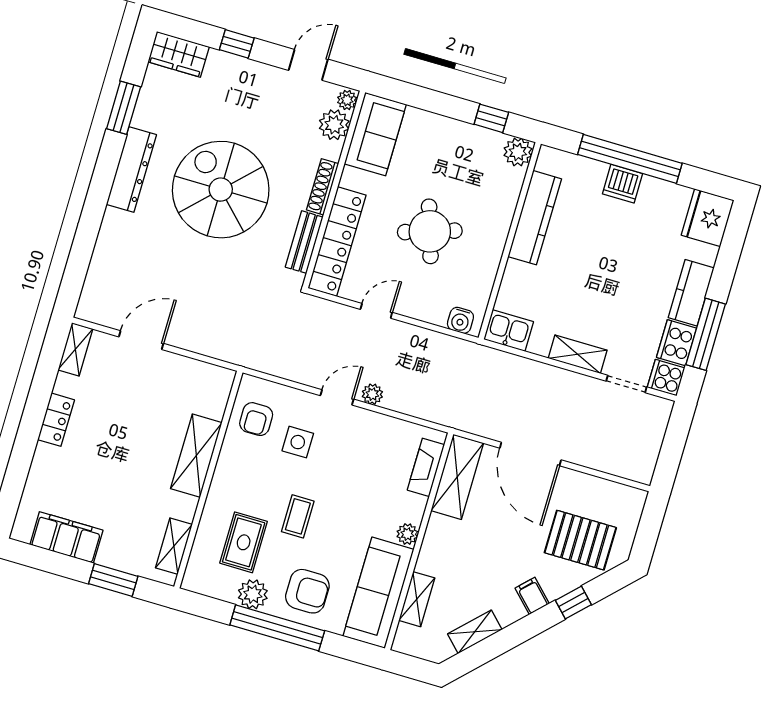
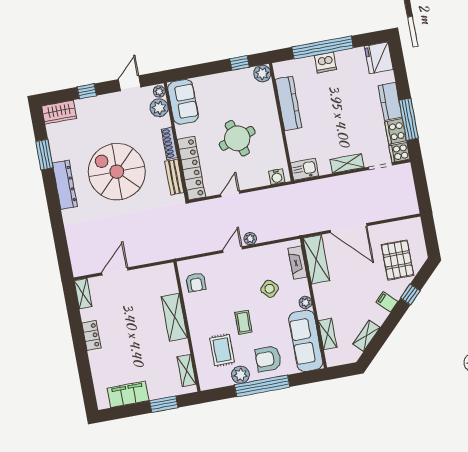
side table: (298, 442) -> (270, 289), moved, turned 45
pallet: (580, 540) -> (397, 260), turned 90
armchair: (307, 591) -> (268, 359), turned 180

